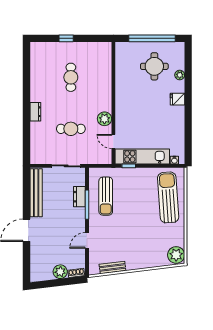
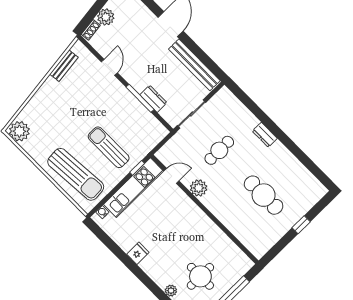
cafe table: (71, 77) -> (264, 195), width x1.37, depth x1.35
fridge: (177, 99) -> (138, 253), moved
sun lounger: (106, 196) -> (109, 147), moved

